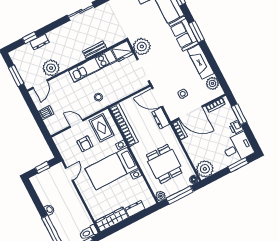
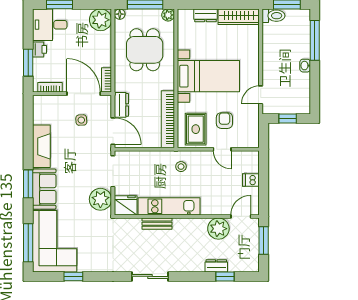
plant: (212, 83) -> (41, 114), removed

